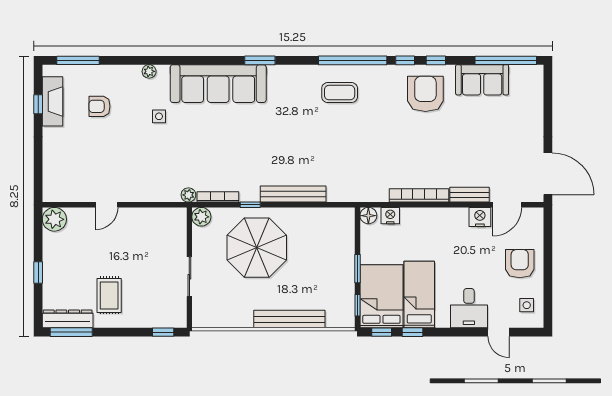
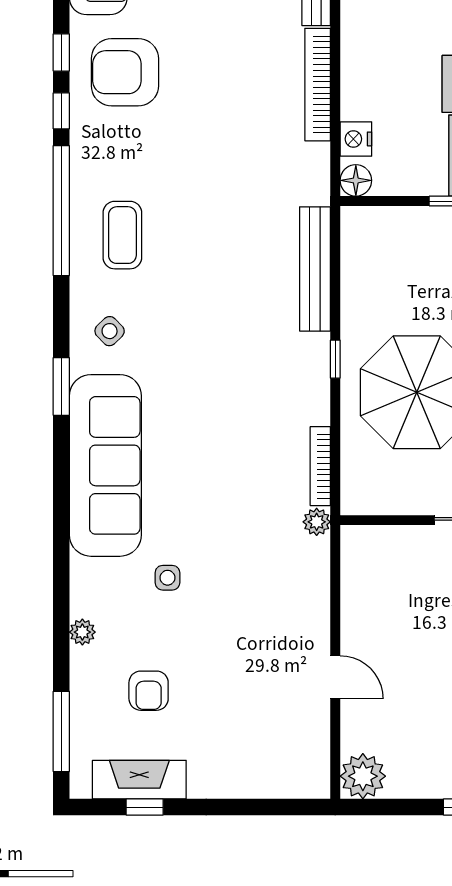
plant: (149, 71) -> (82, 632), moved
side table: (289, 86) -> (110, 331), added
bench: (293, 194) -> (315, 269), moved
window: (250, 205) -> (335, 359), moved
plant: (201, 217) -> (358, 497), removed

